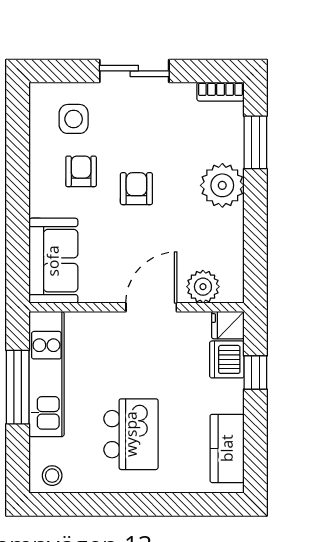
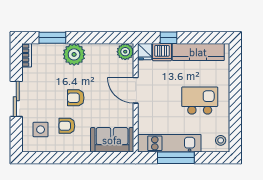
plant: (203, 287) -> (125, 52), moved
kitchen counter: (227, 448) -> (198, 52), width x1.50

